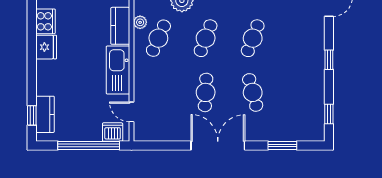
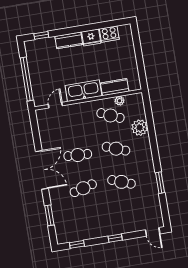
kitchen counter: (45, 114) -> (69, 40), moved
dishwasher: (113, 132) -> (39, 94), removed

